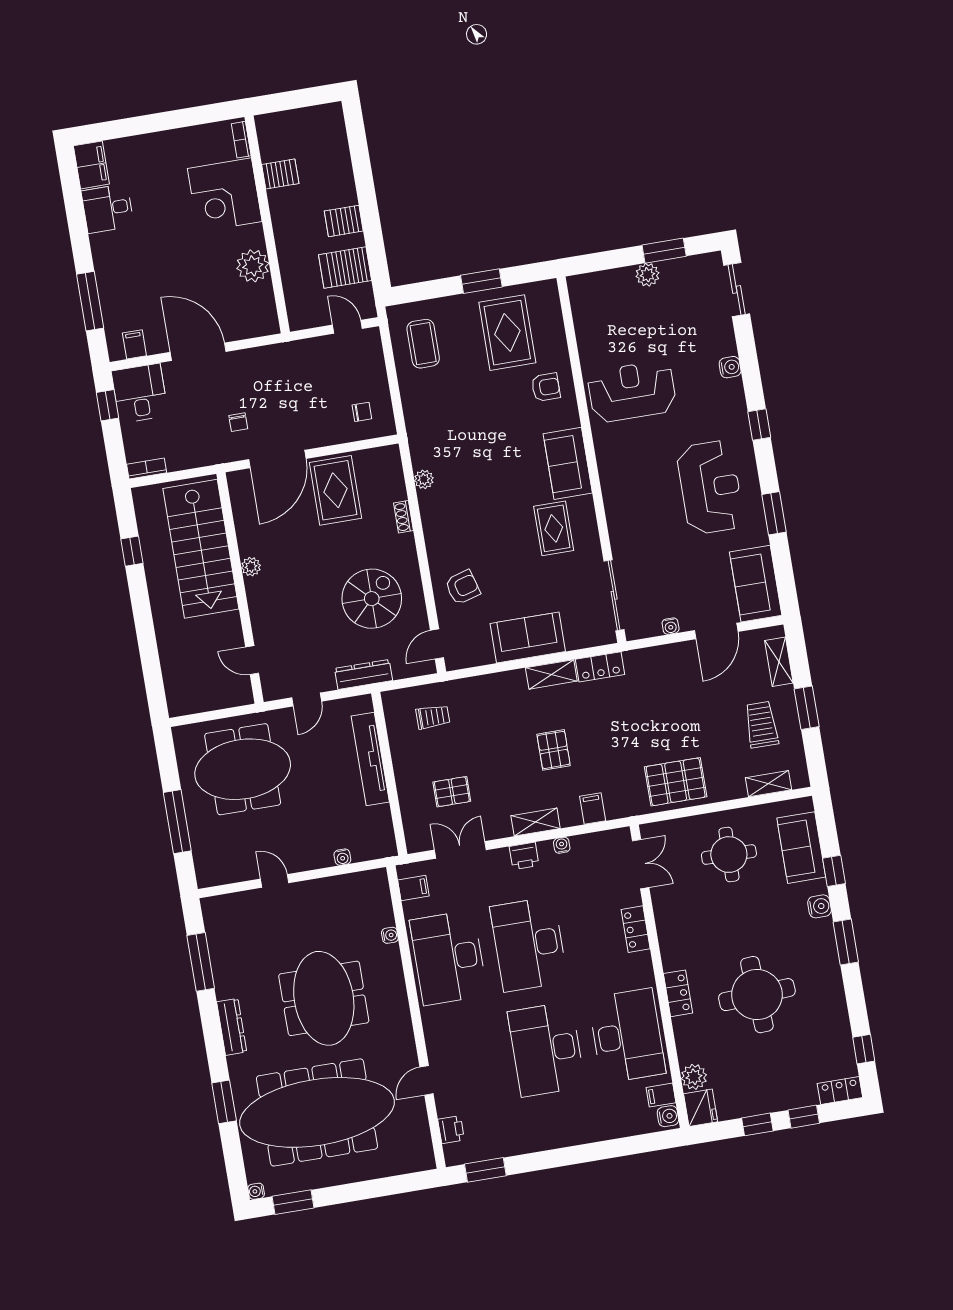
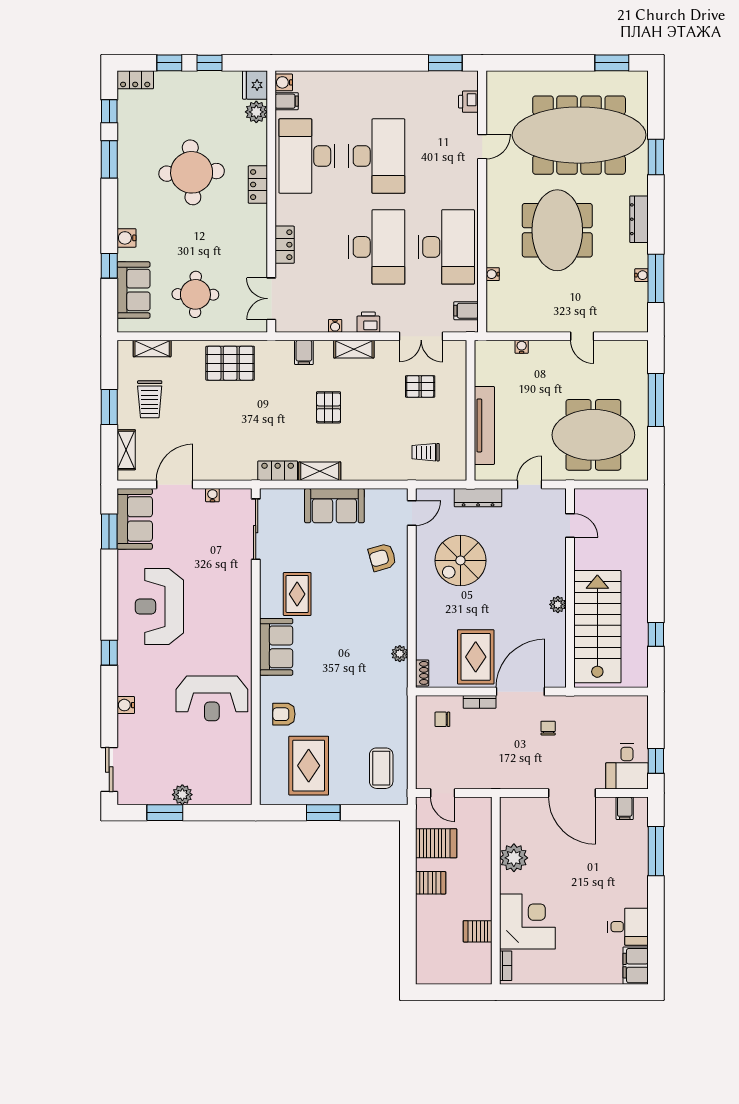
bookcase: (147, 468) -> (480, 702), moved
window: (774, 513) -> (109, 532), moved
shoe rack: (403, 517) -> (422, 673), moved
window: (846, 942) -> (109, 159), moved
water cooler: (256, 1191) -> (641, 275), moved

